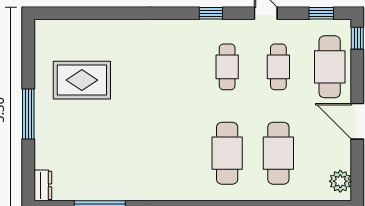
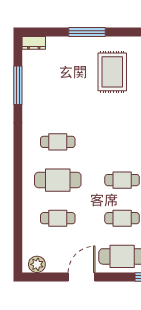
cafe table: (176, 153) -> (58, 142), added
cafe table: (278, 153) -> (58, 218), width x0.73, depth x0.74

